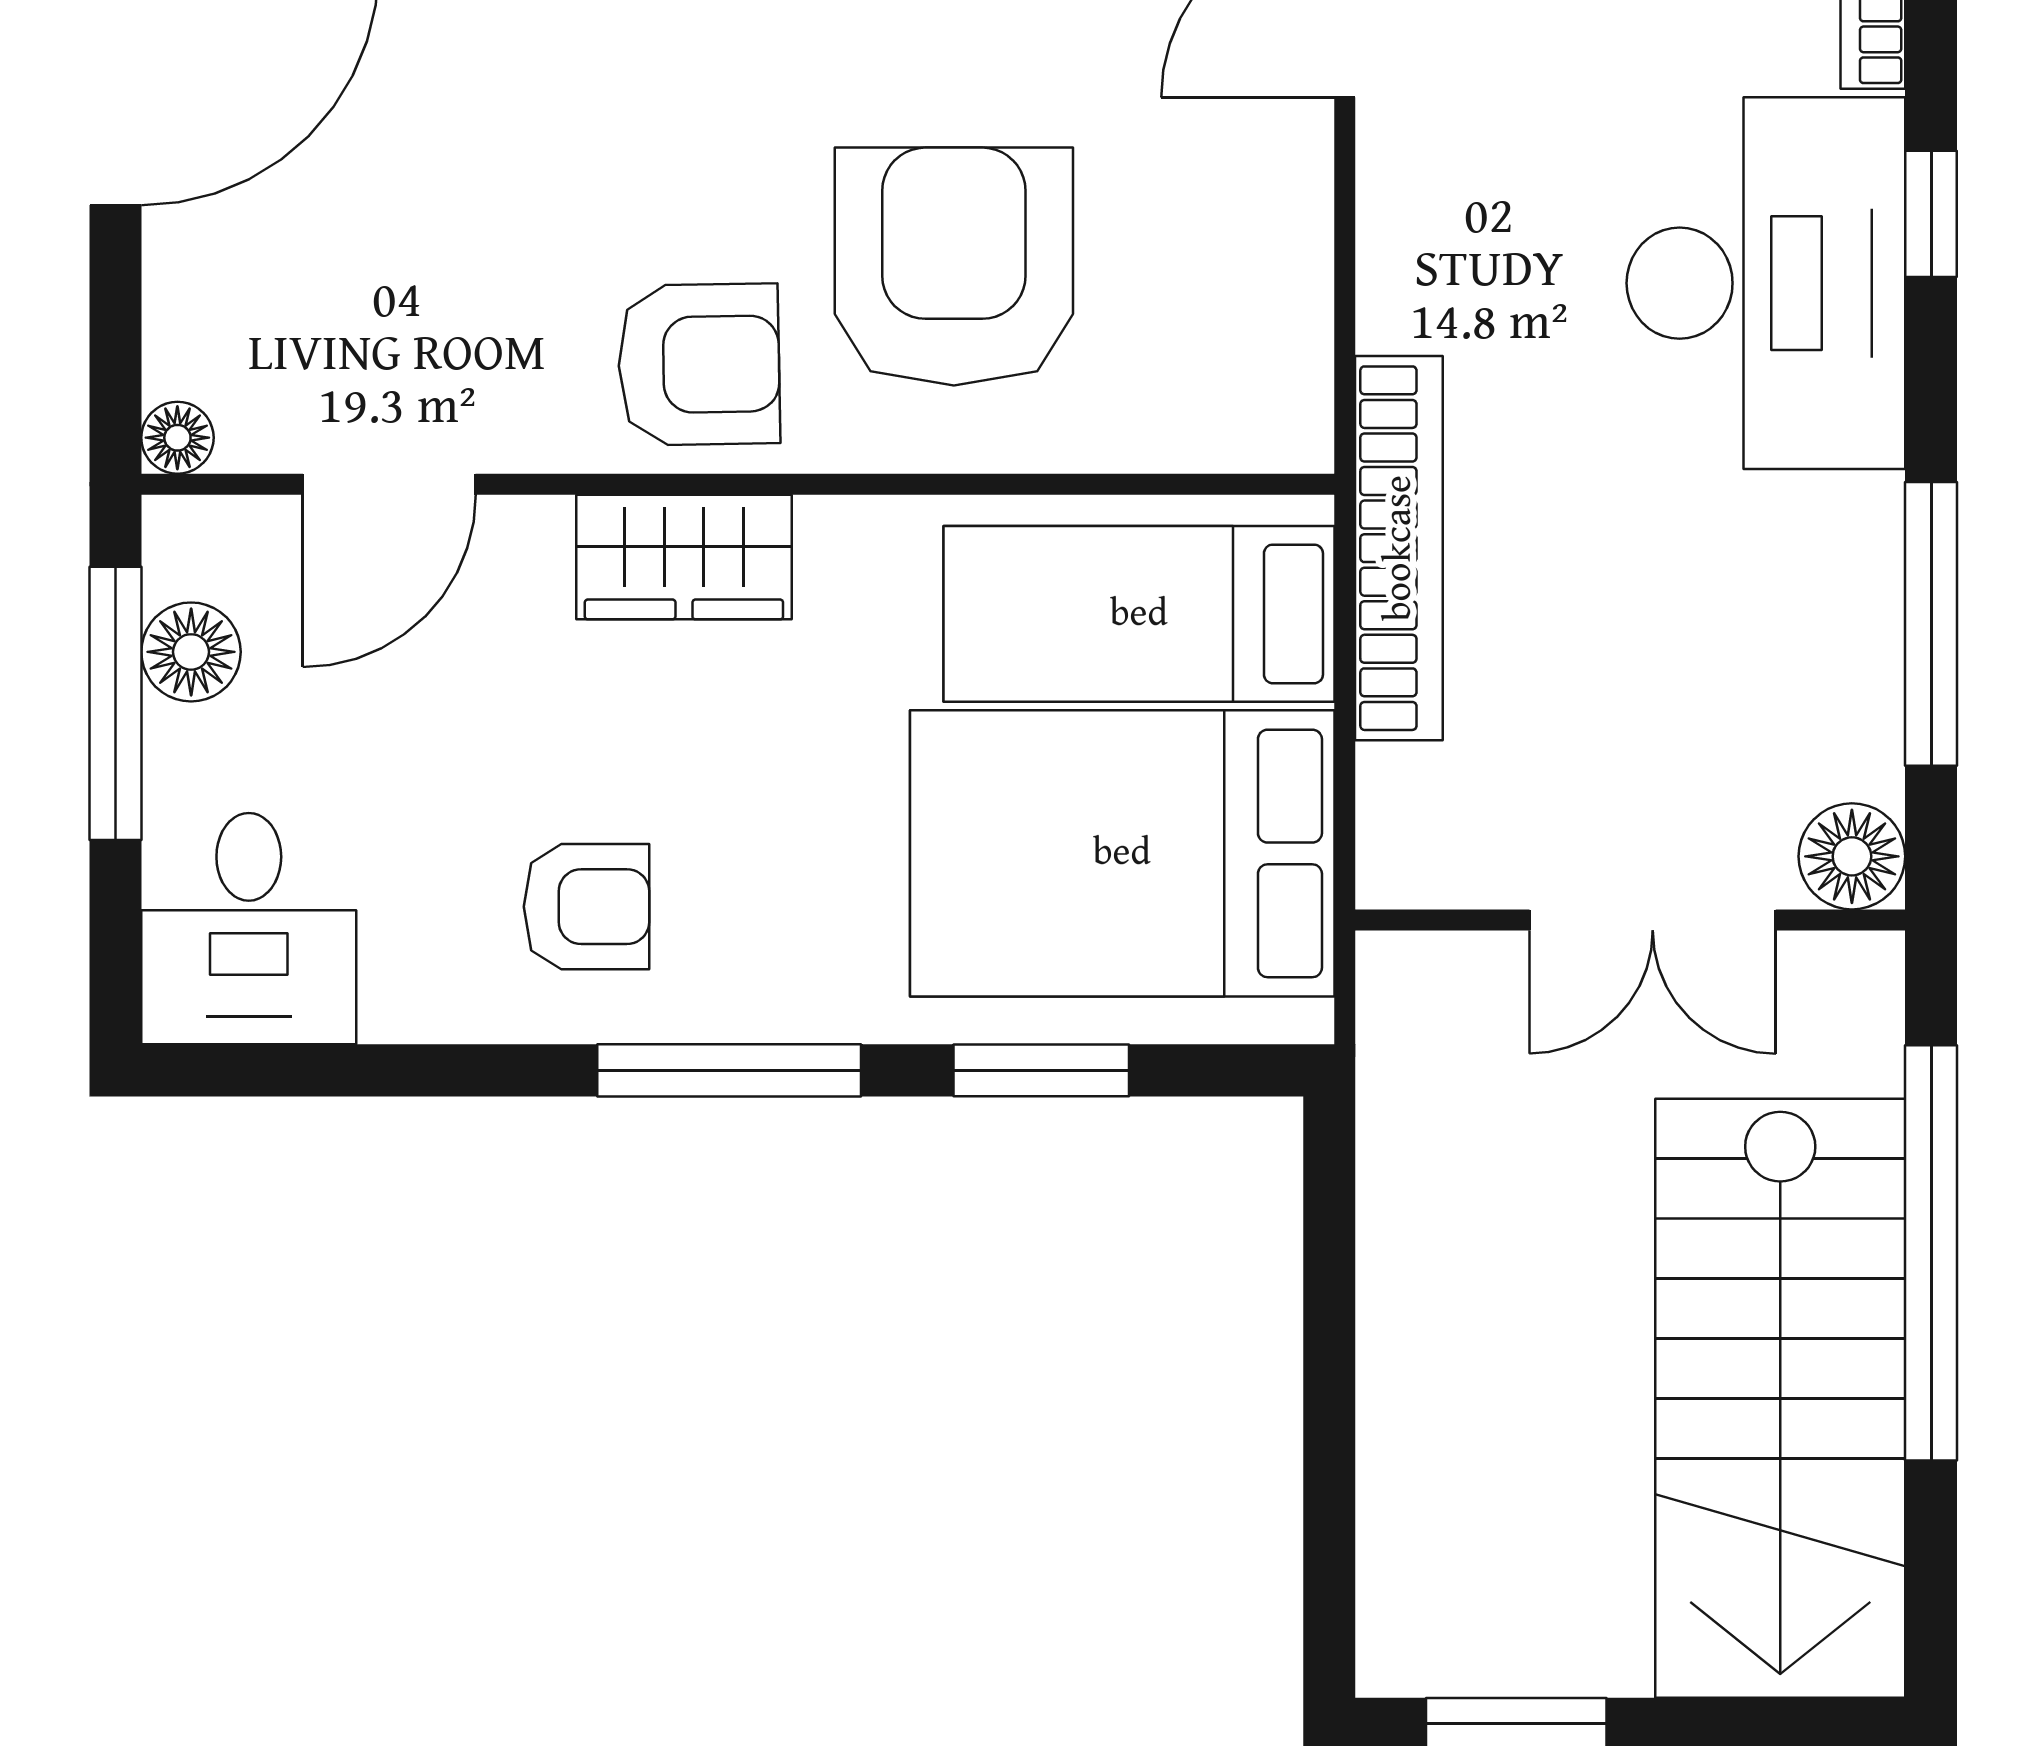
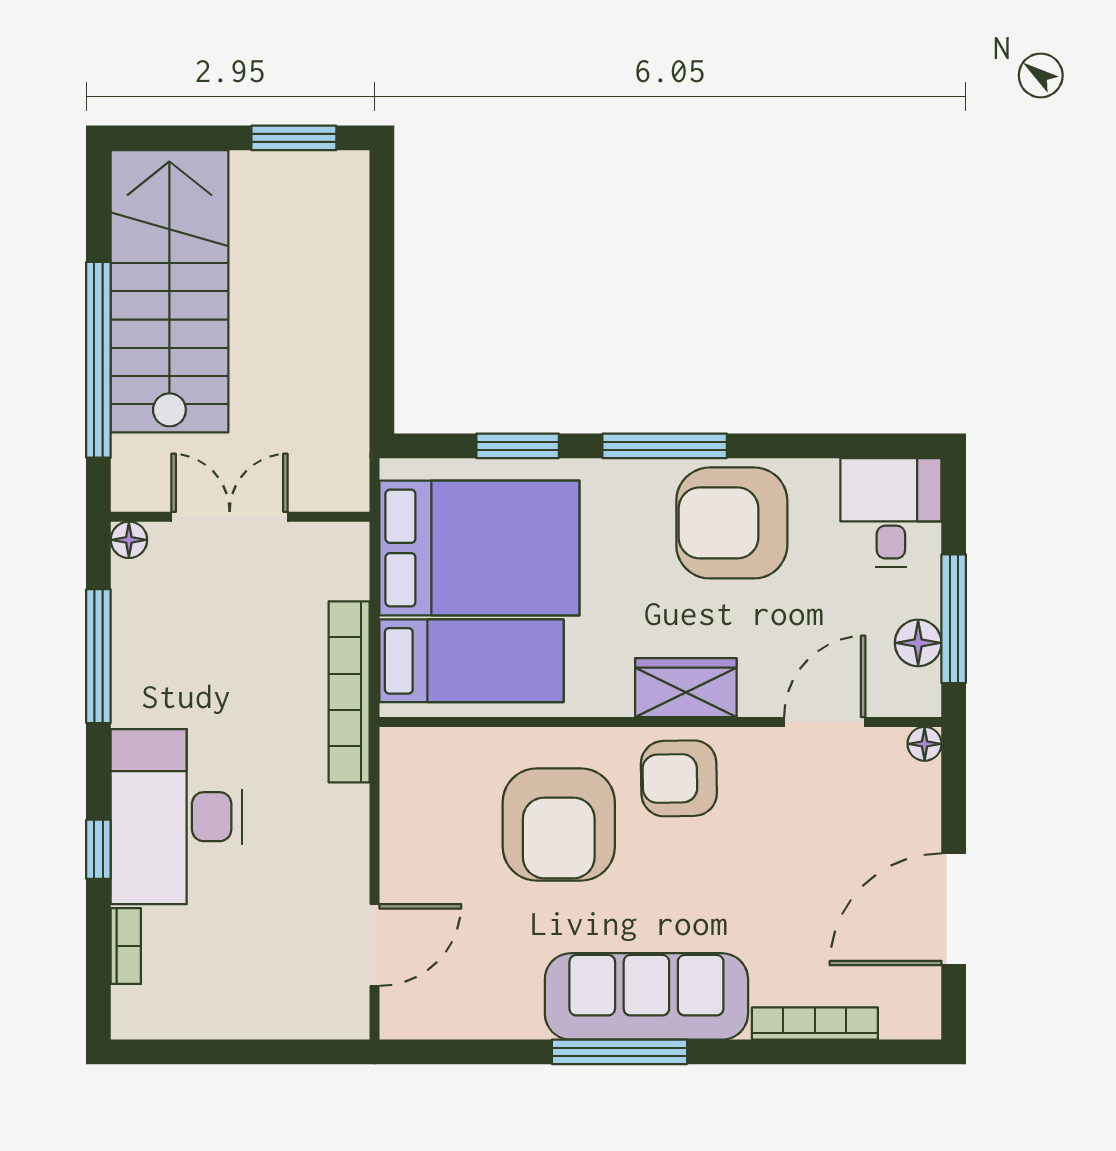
floor lamp: (1852, 856) -> (129, 540), width x0.73, depth x0.73
armchair: (586, 907) -> (732, 523), width x1.88, depth x1.88

